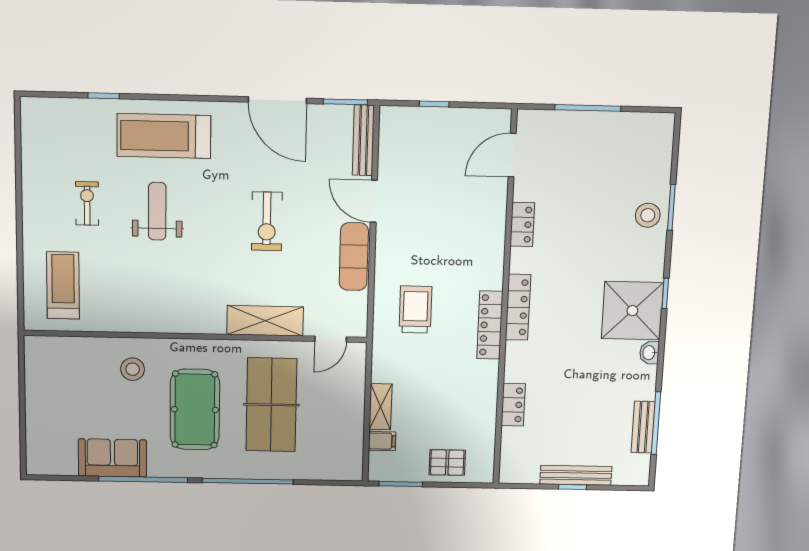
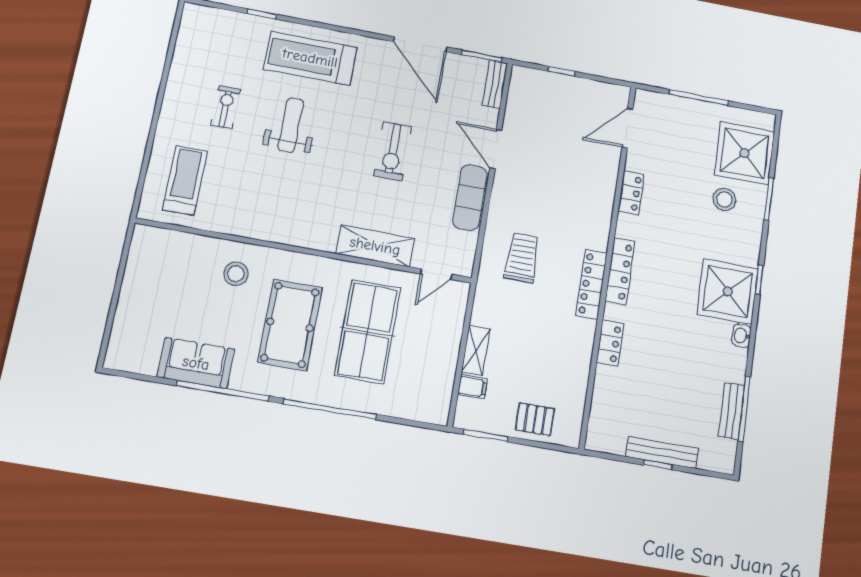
bench: (363, 140) -> (495, 84), width x0.73
shower: (642, 162) -> (744, 153), added
stool: (648, 215) -> (724, 199), moved
locker: (513, 405) -> (610, 343), moved

